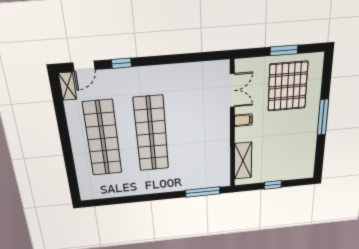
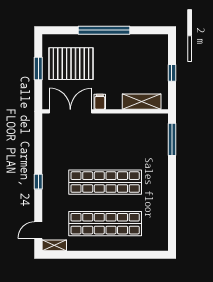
window: (121, 63) -> (38, 182), moved
door: (84, 66) -> (38, 230), swing flipped
double door: (232, 91) -> (70, 111), width x1.37
window: (323, 117) -> (104, 30), width x1.46

